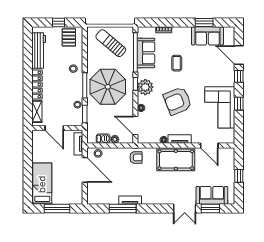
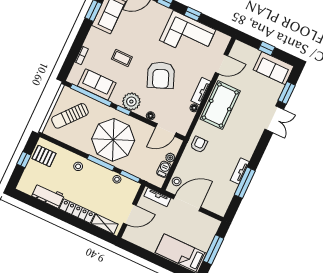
workbench: (39, 51) -> (48, 195), width x0.73
sofa: (212, 195) -> (274, 68), moved, turned -90

